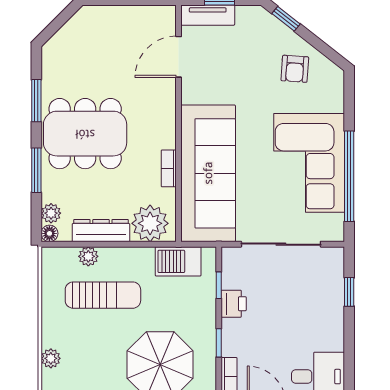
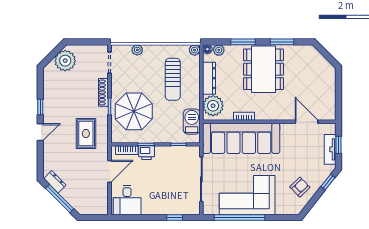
tv unit: (208, 15) -> (330, 149), moved
armchair: (295, 69) -> (300, 187), turned 132
plant: (88, 256) -> (195, 50), moved
printer: (234, 304) -> (147, 153), moved

